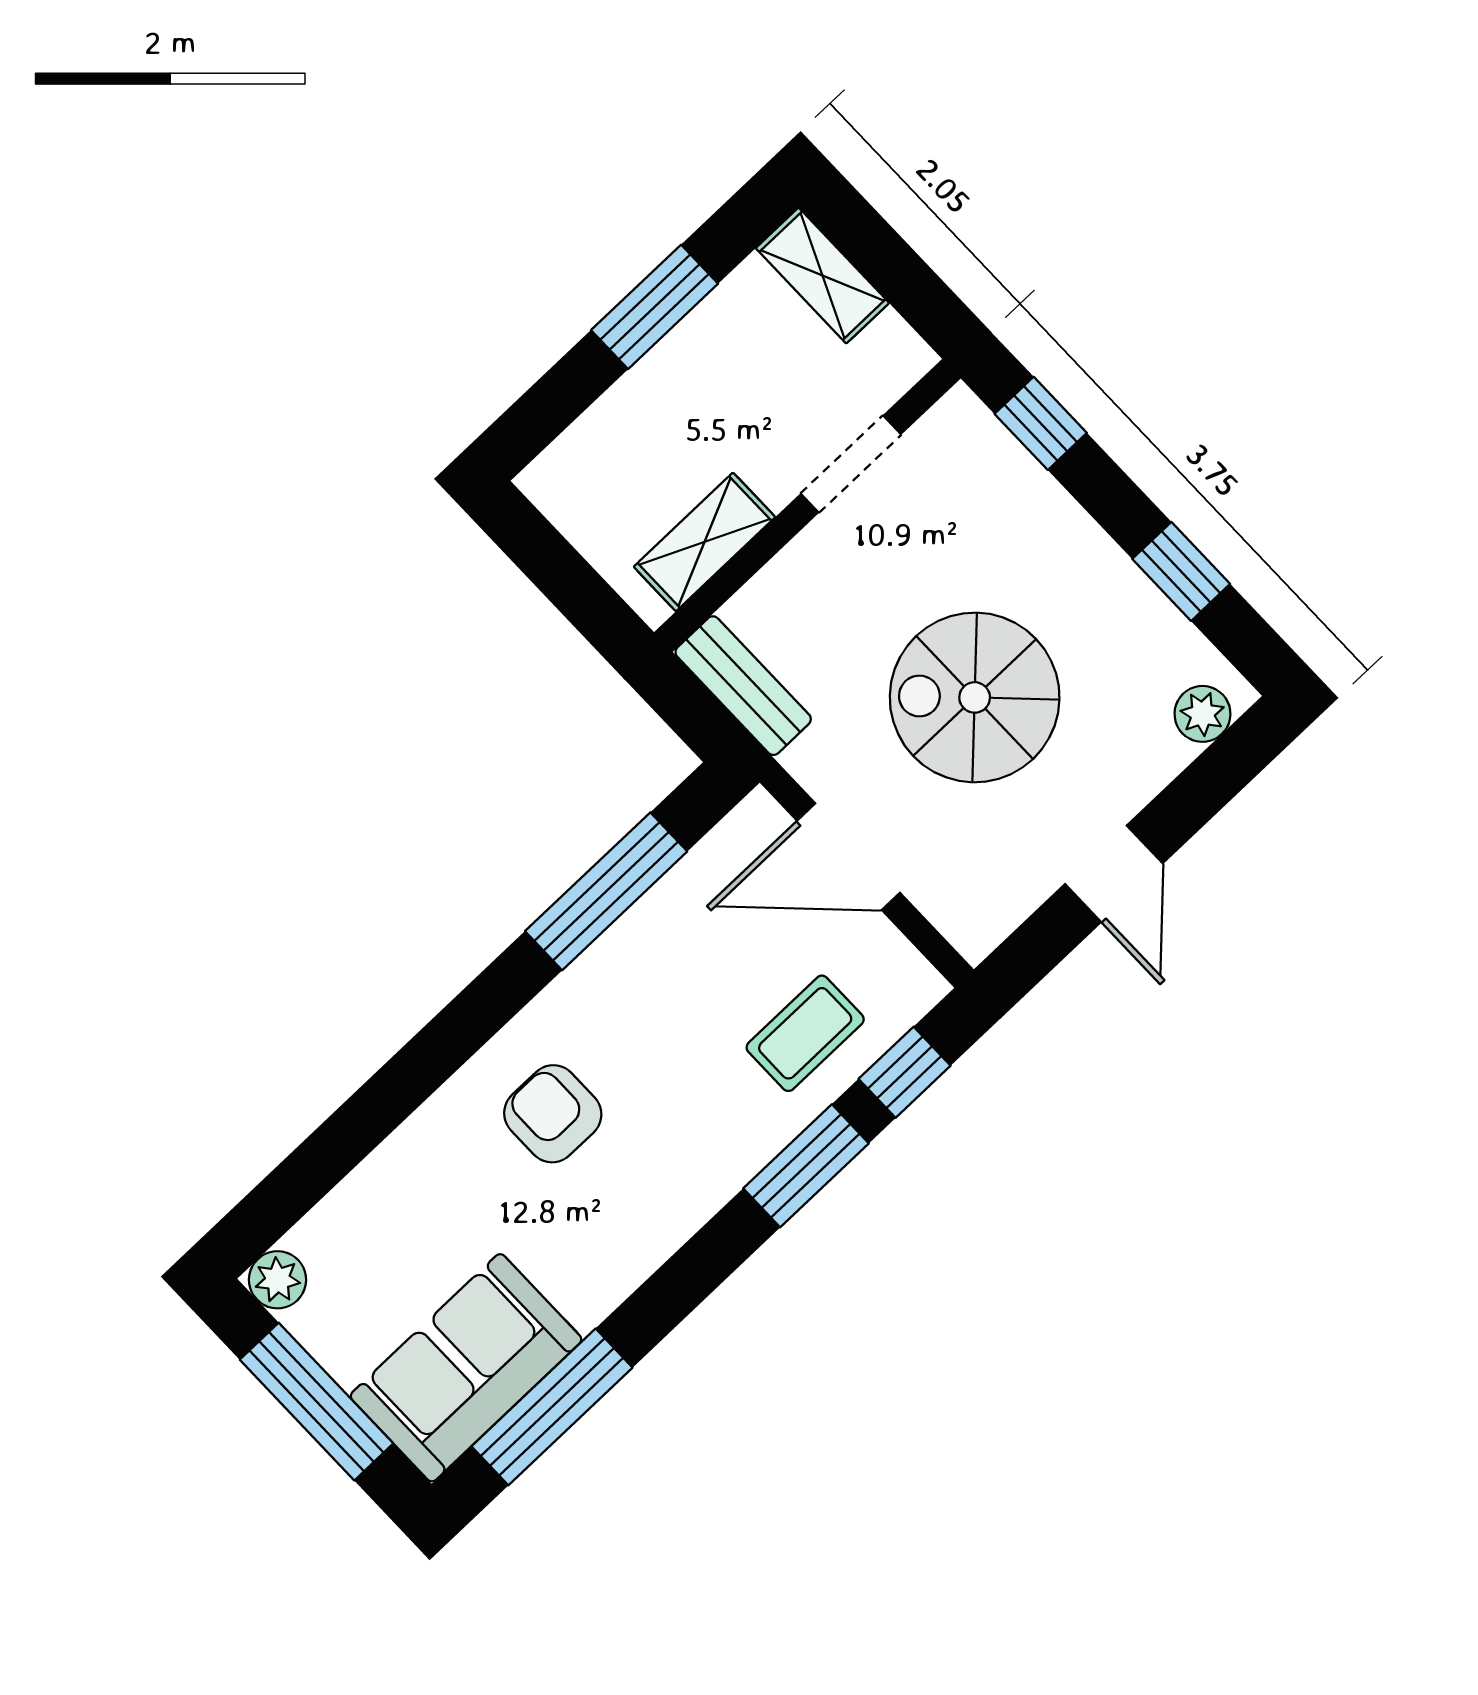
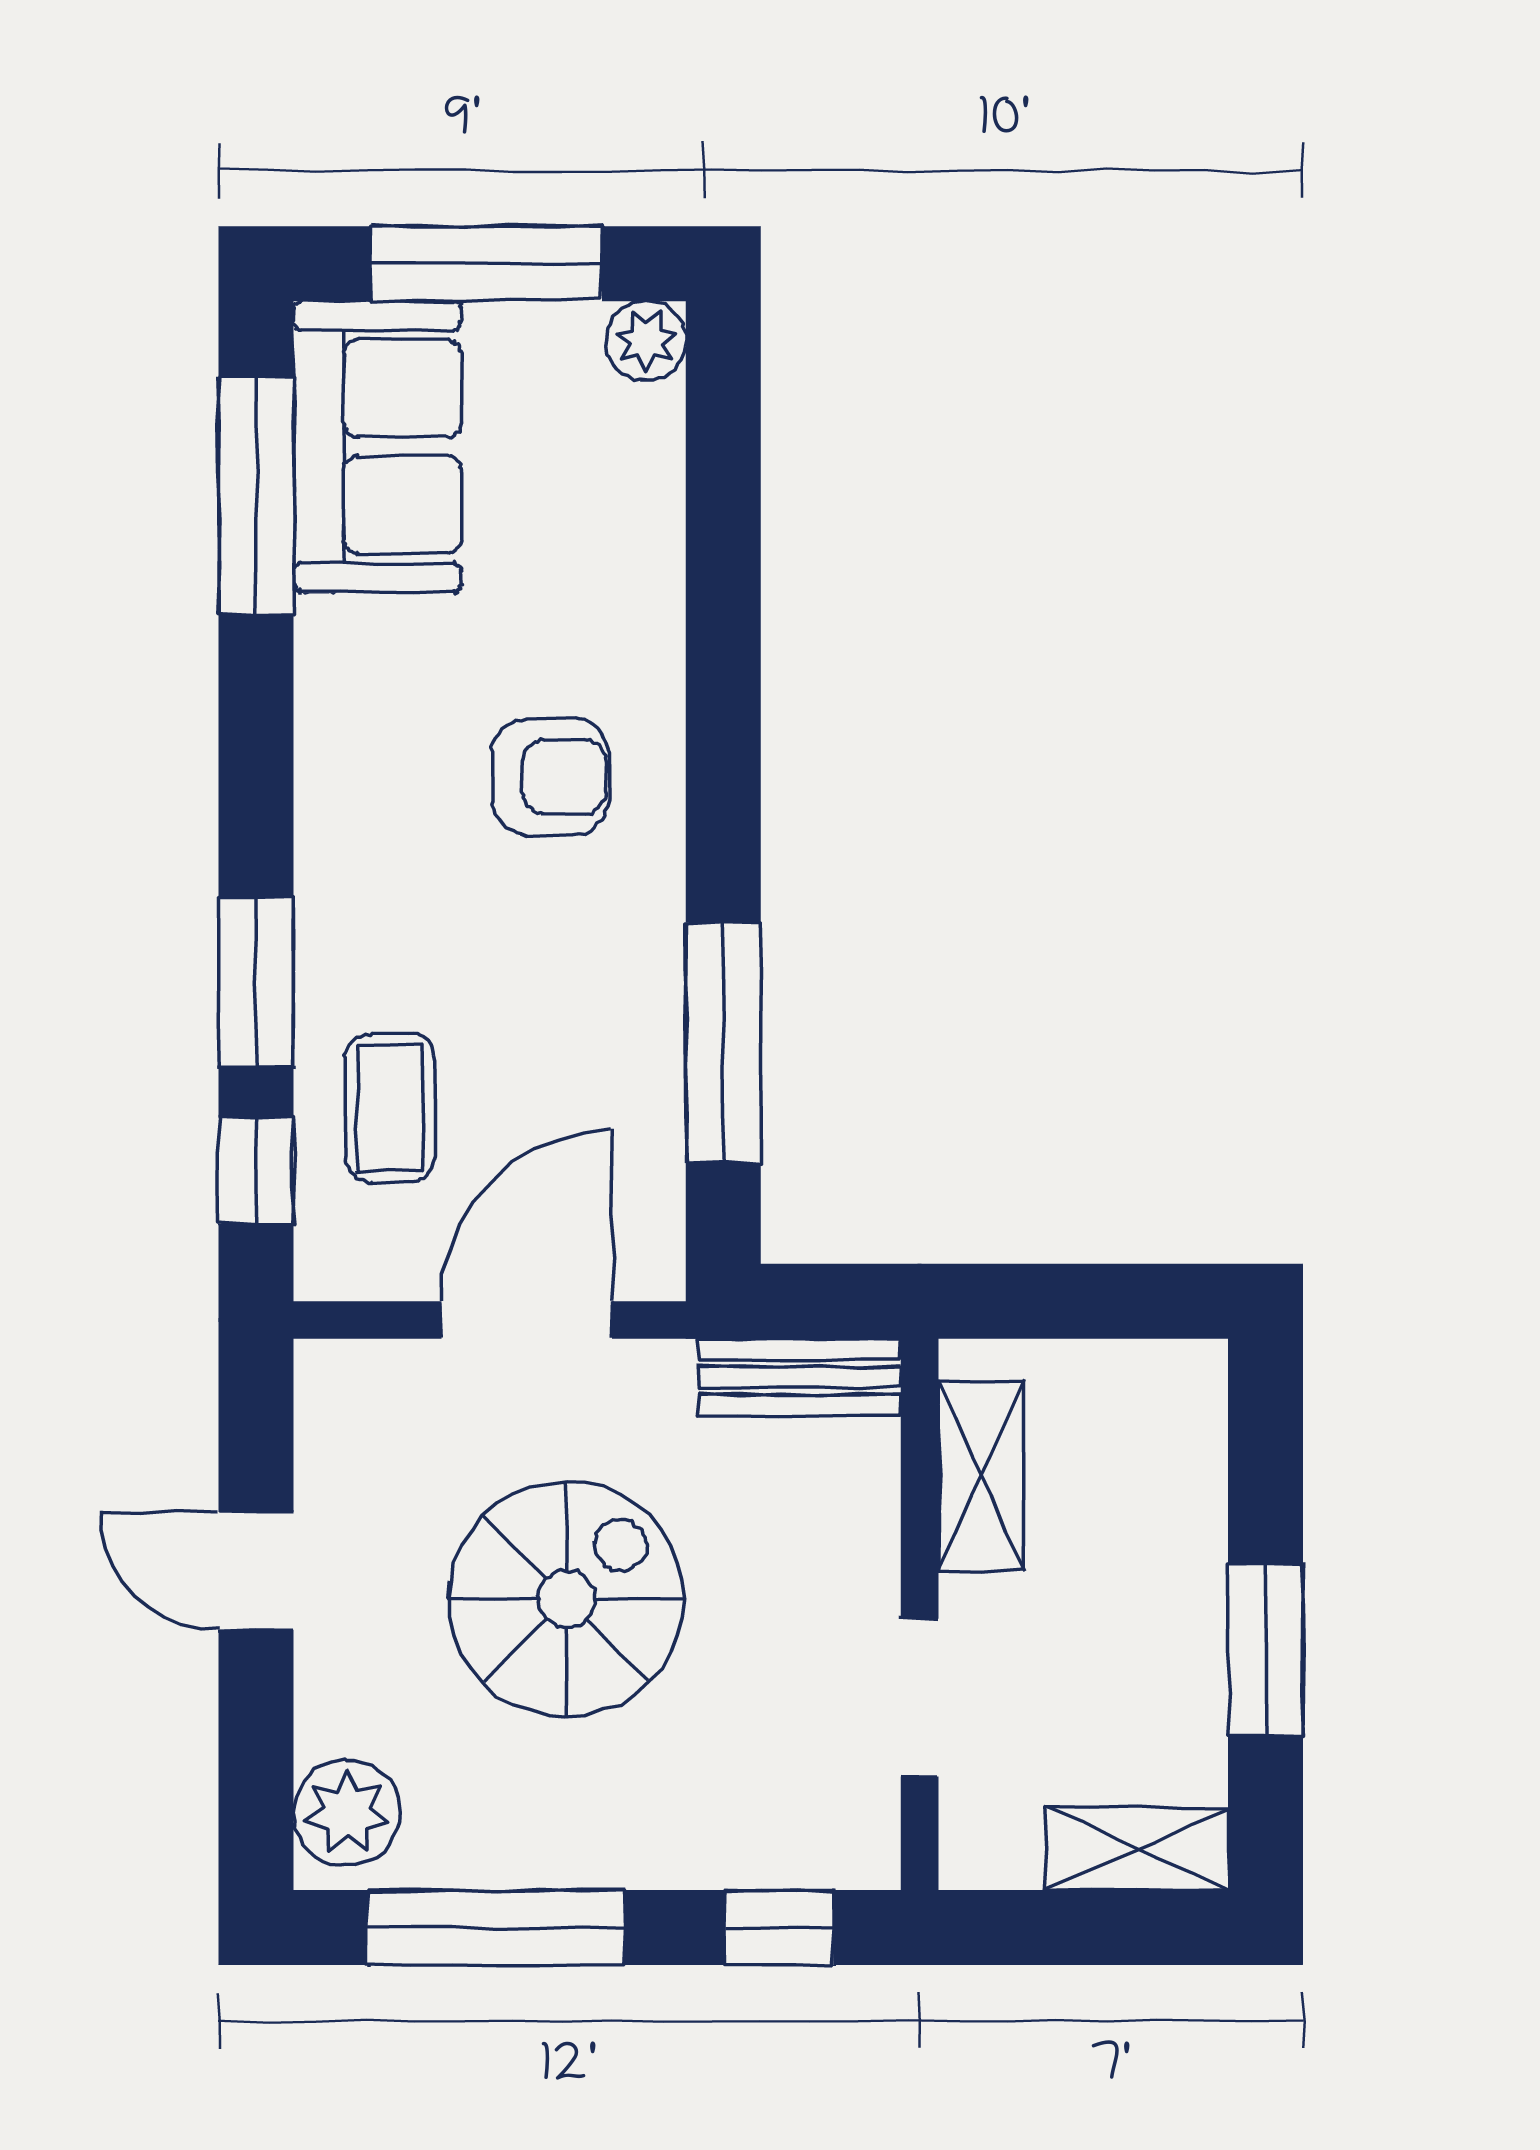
window: (1181, 571) -> (496, 1928), width x2.17
plant: (1202, 714) -> (347, 1813), width x1.38, depth x1.38

